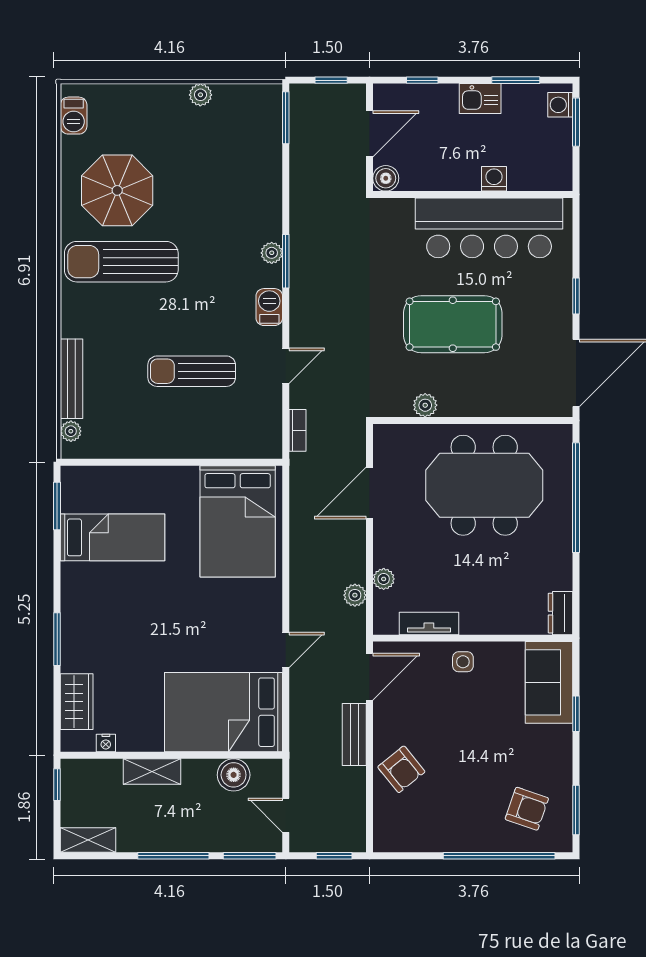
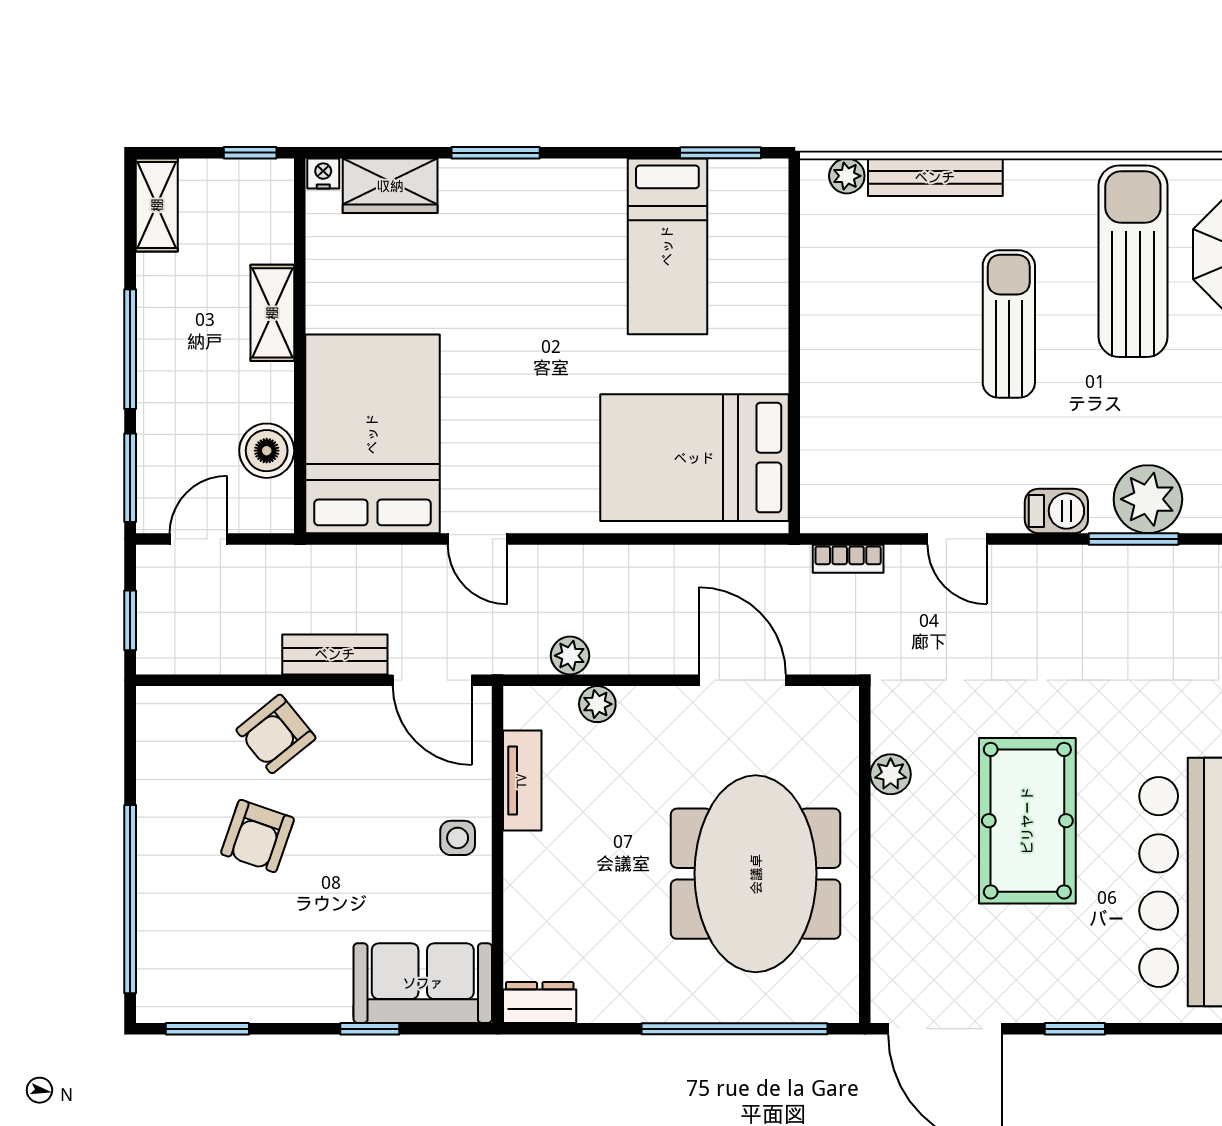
plant: (272, 253) -> (1148, 499), width x1.87, depth x1.87
sun lounger: (192, 371) -> (1009, 324), moved
nightstand: (106, 743) -> (323, 173), moved, turned 90
armchair: (527, 809) -> (257, 836), moved

